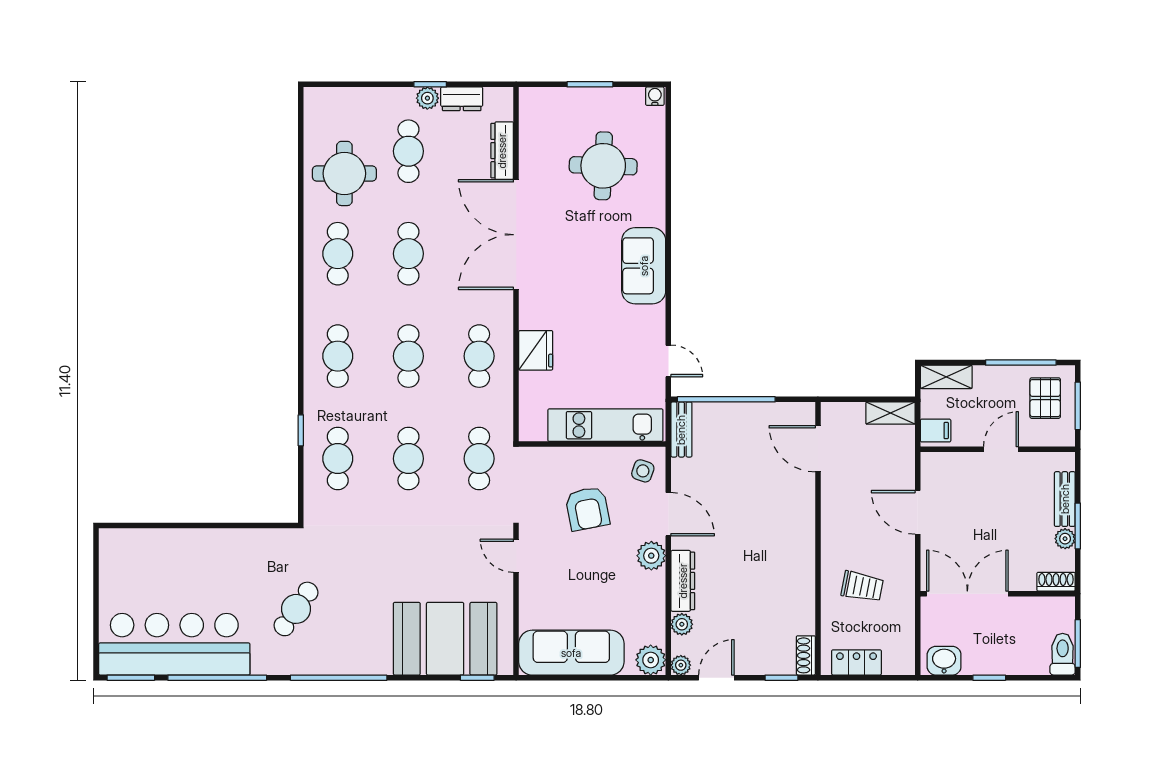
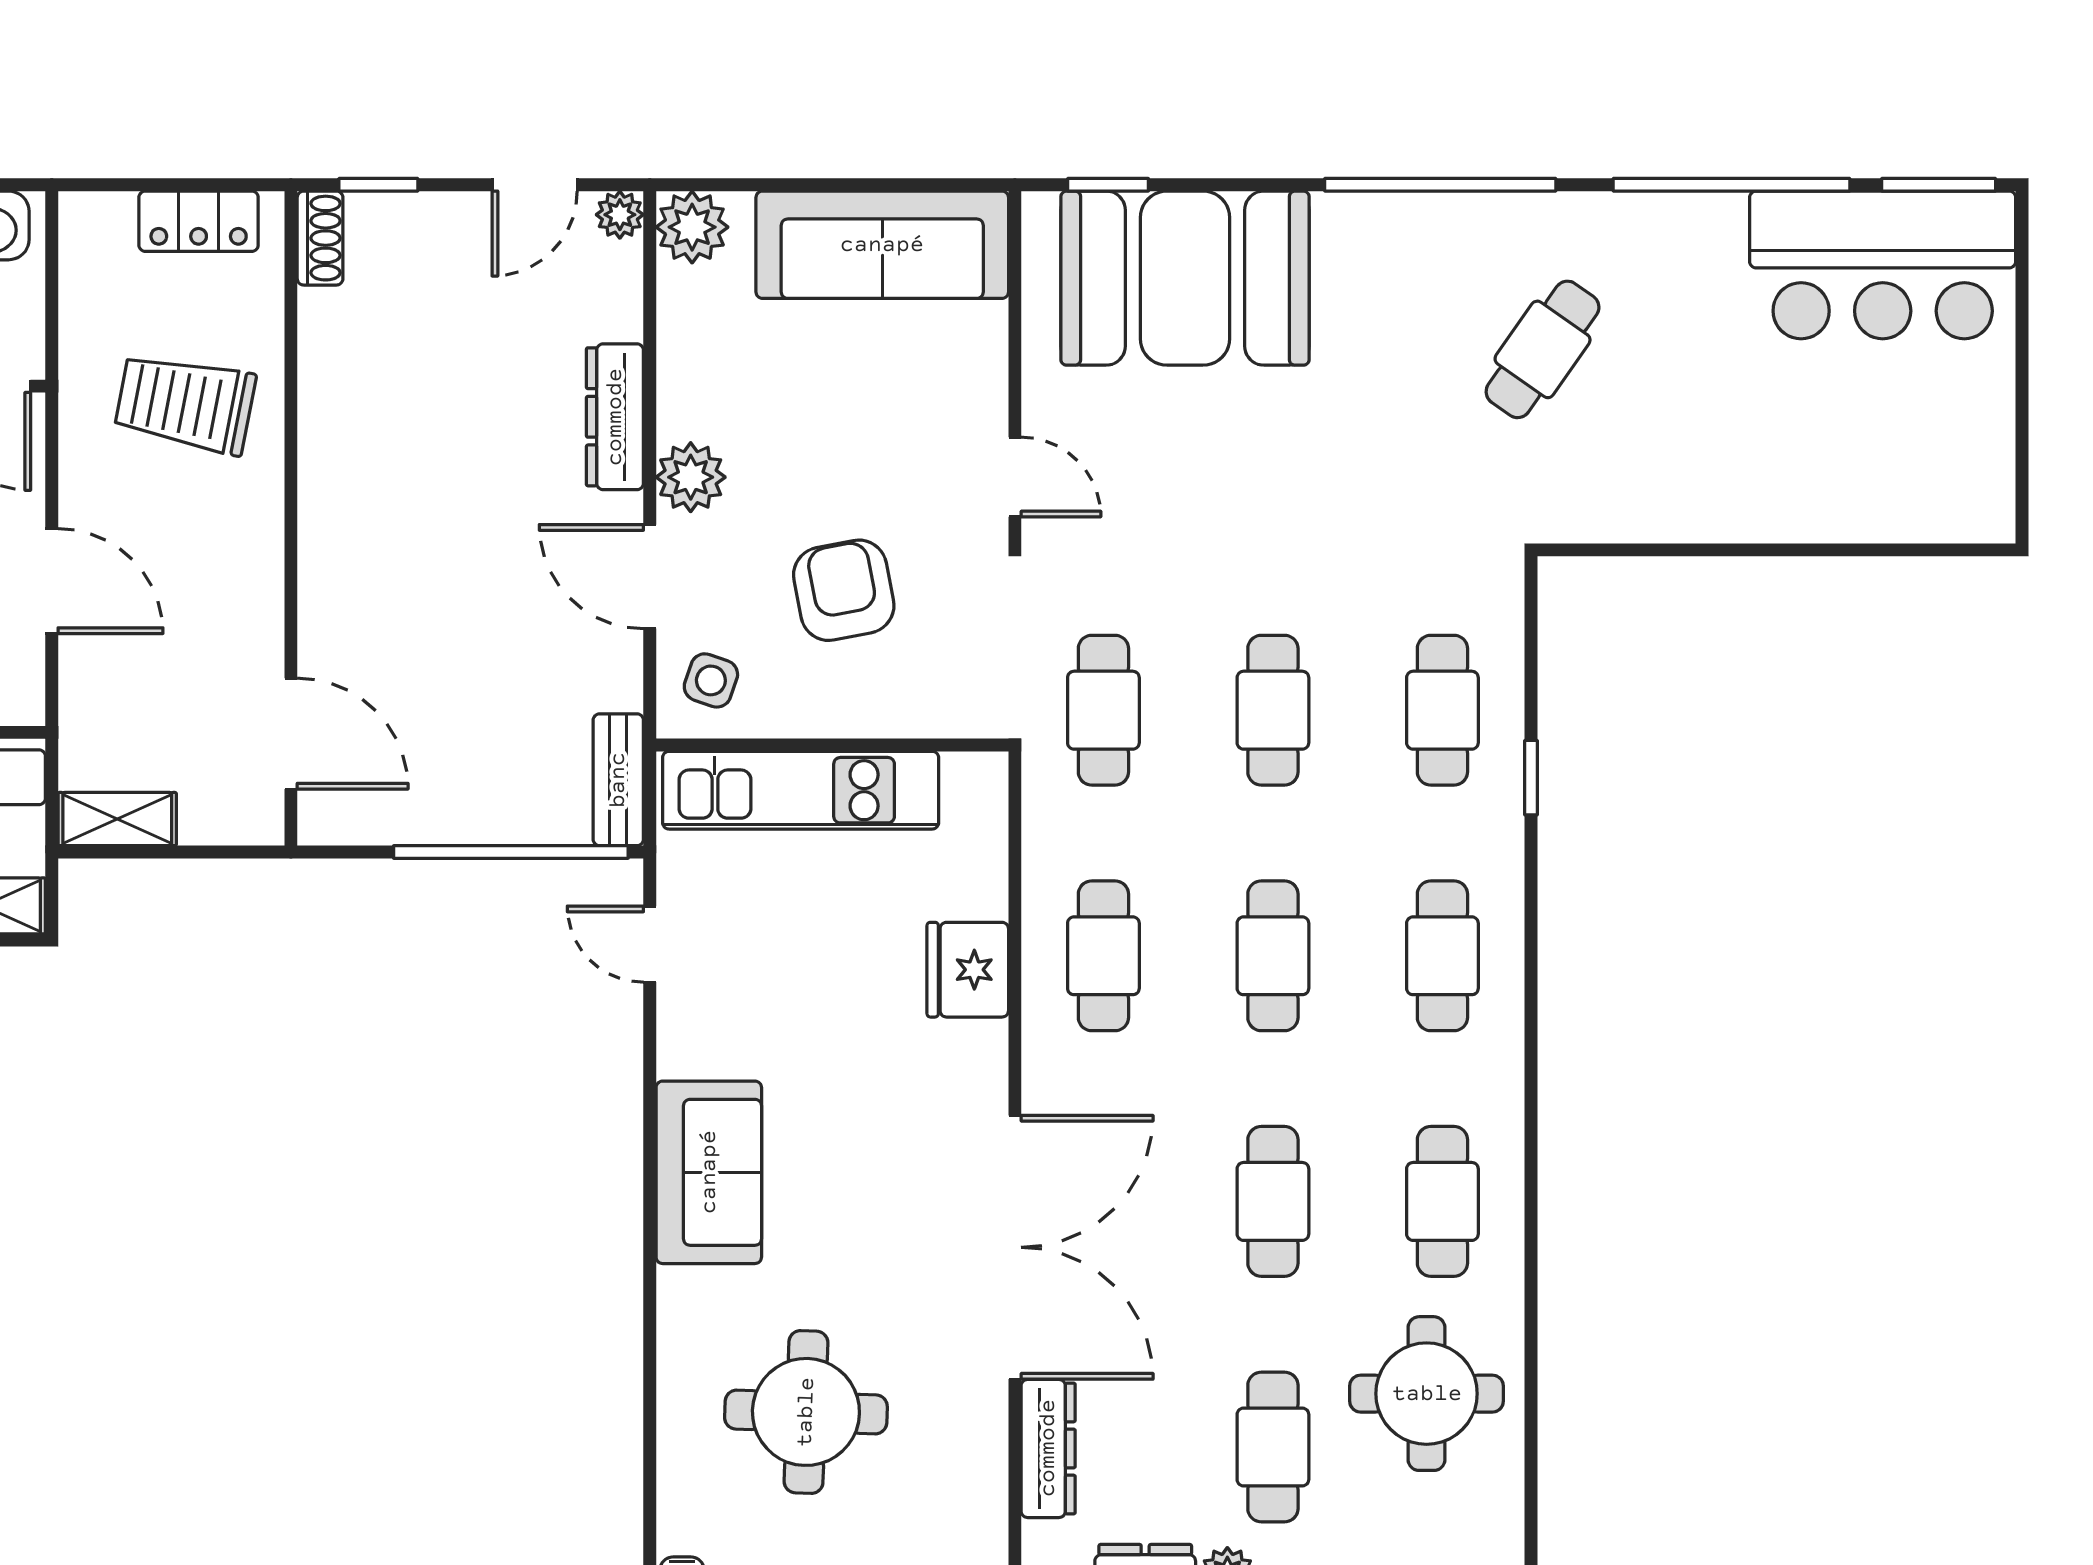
trolley: (862, 586) -> (185, 403), width x1.36, depth x1.39
plant: (682, 624) -> (617, 313), removed
bar counter: (174, 644) -> (1883, 265), width x0.73

